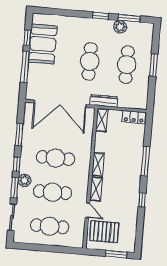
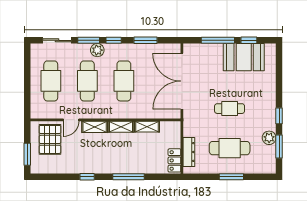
cafe table: (90, 61) -> (230, 109), width x0.73, depth x0.74
dresser: (104, 101) -> (189, 152), moved
shelving: (102, 120) -> (147, 127), moved

